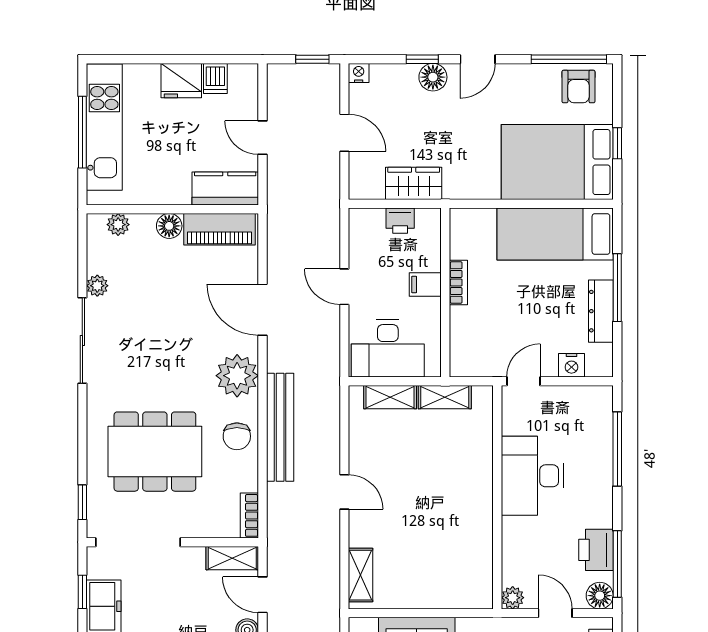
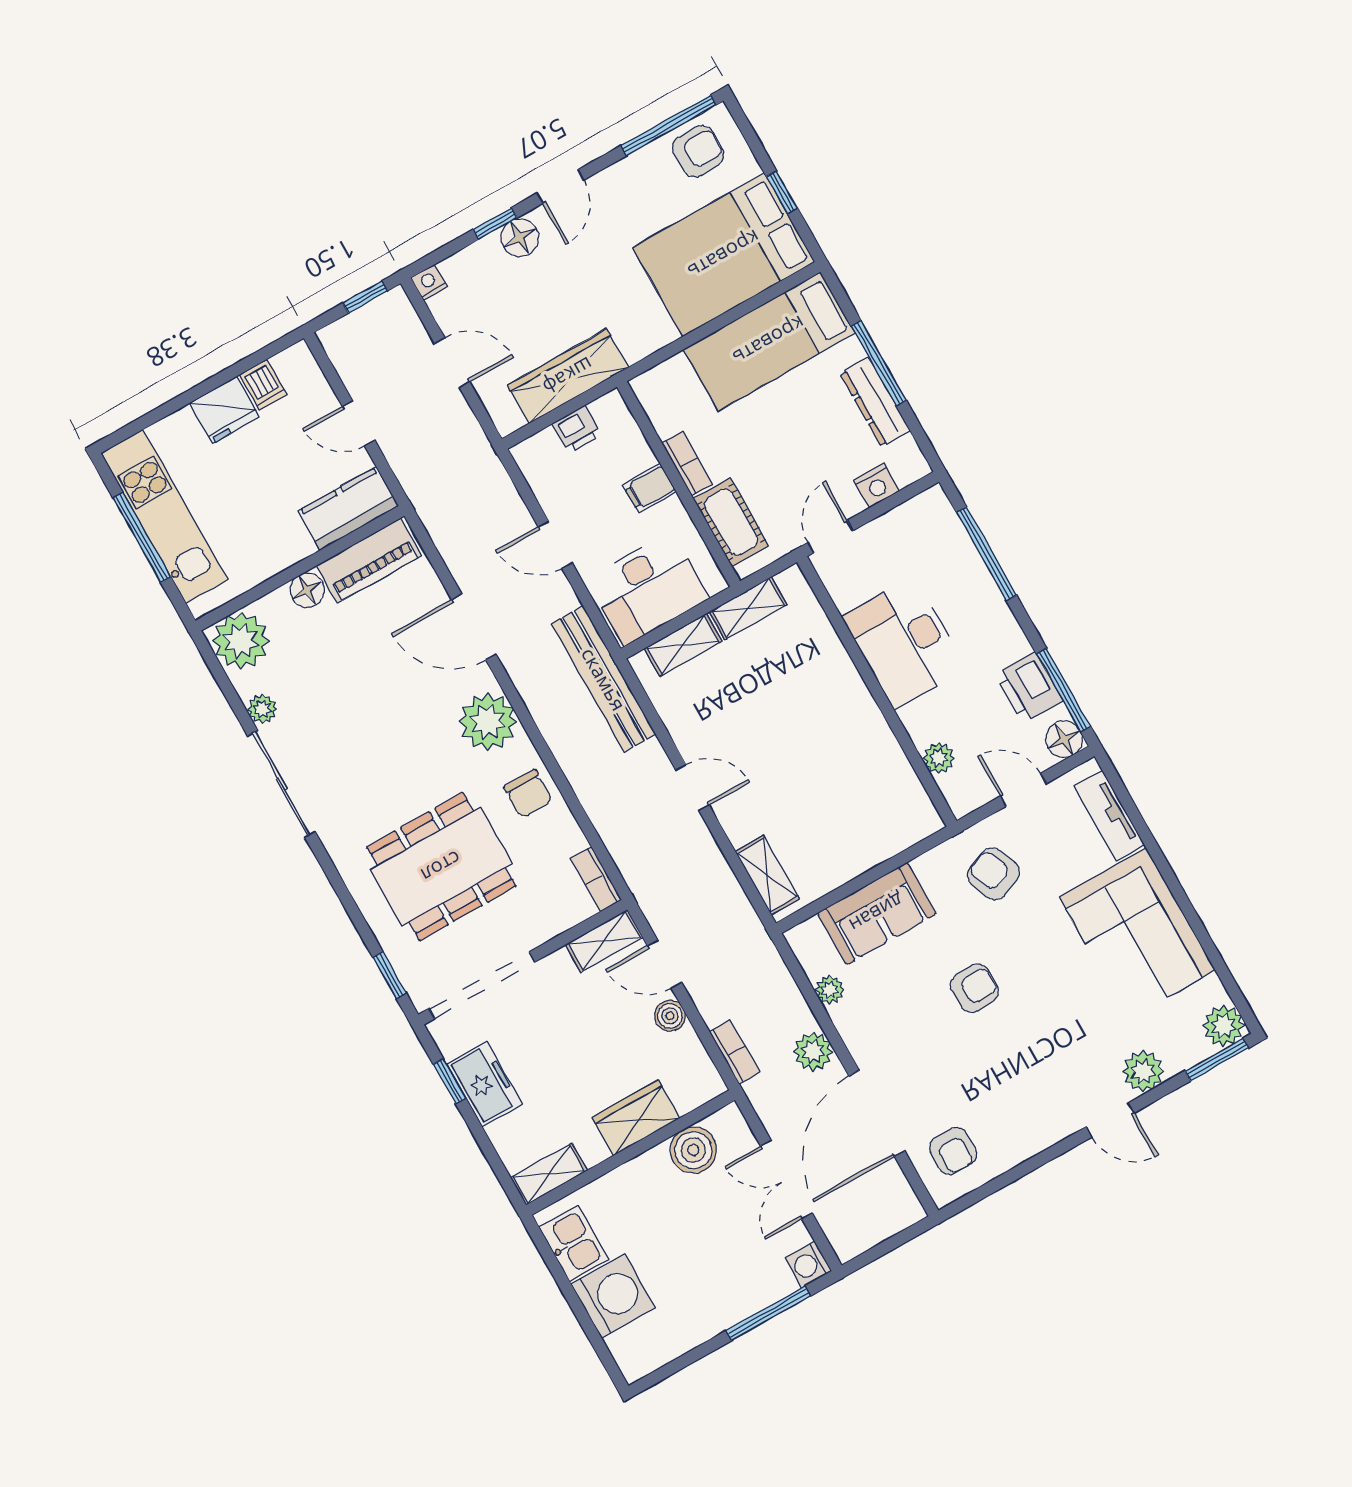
armchair: (578, 86) -> (698, 151), turned -90
wardrobe: (414, 183) -> (568, 376), width x1.50
plant: (118, 225) -> (241, 641), width x1.88, depth x1.88
cot: (465, 336) -> (731, 522), added
bench: (280, 427) -> (604, 679), moved
plant: (513, 598) -> (939, 758), moved

